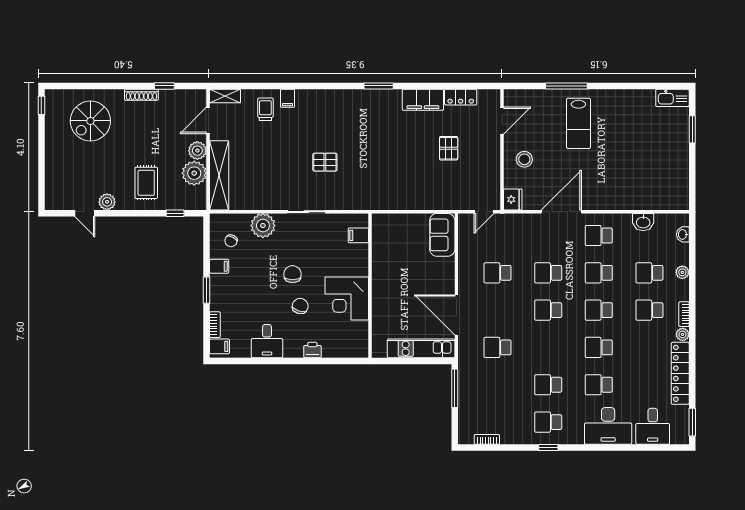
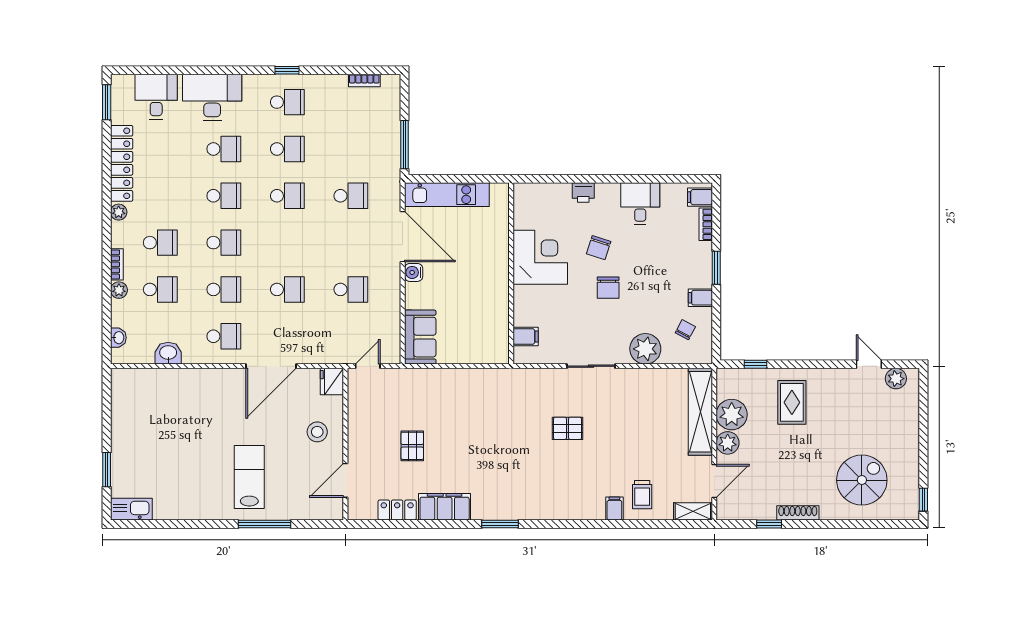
plant: (107, 202) -> (896, 379), moved
water cooler: (448, 286) -> (414, 272), added
school desk: (548, 310) -> (287, 196), moved
bookcase: (684, 314) -> (117, 264), moved

